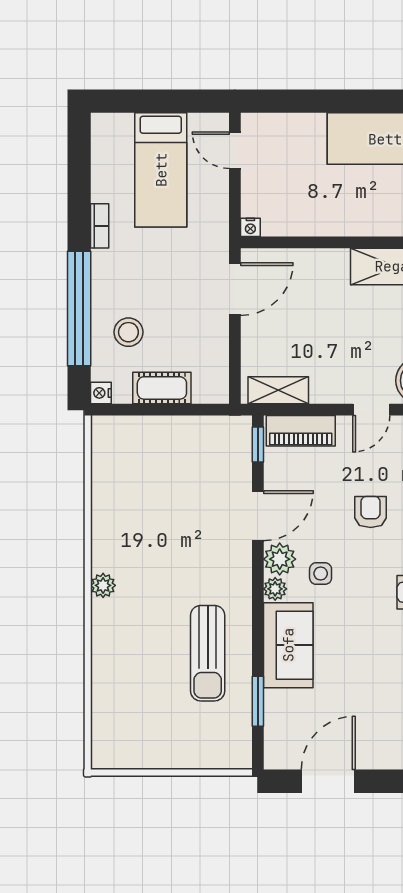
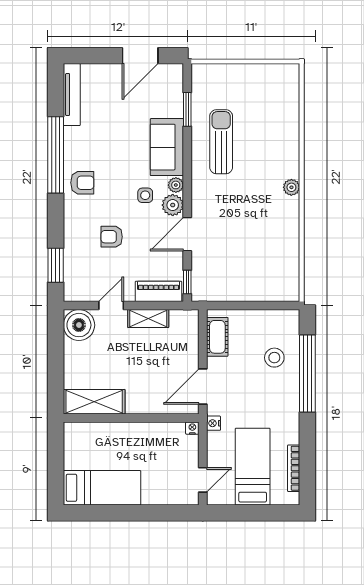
door: (235, 150) -> (203, 480), hinge flipped
bookcase: (100, 226) -> (294, 468), moved, width x1.56
cot: (162, 388) -> (217, 337), moved, turned 90
shelving: (278, 390) -> (148, 319), moved
nightstand: (101, 393) -> (214, 423), moved, turned 180
armchair: (371, 512) -> (112, 237), turned 90

